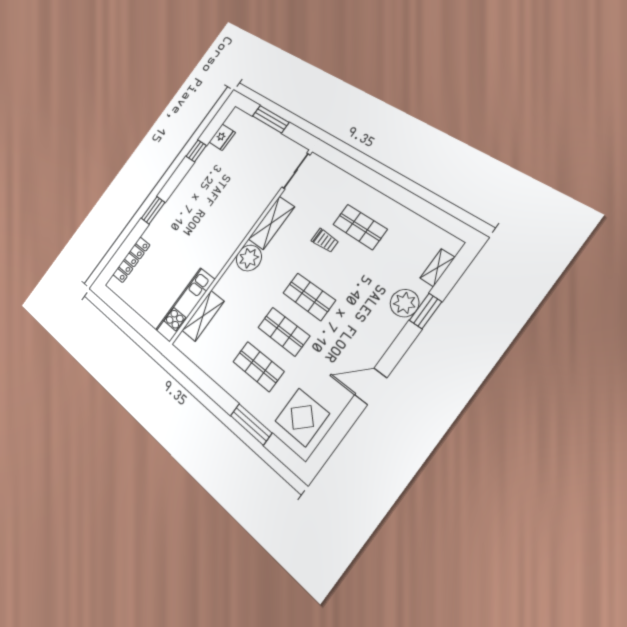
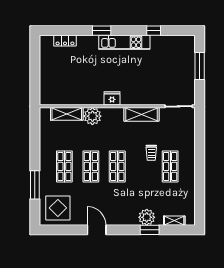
fridge: (222, 137) -> (112, 98), moved, turned 180
plant: (249, 258) -> (92, 116), moved
locker: (131, 260) -> (65, 41), width x0.66
kitchen unit: (185, 305) -> (124, 42), moved, turned 180

